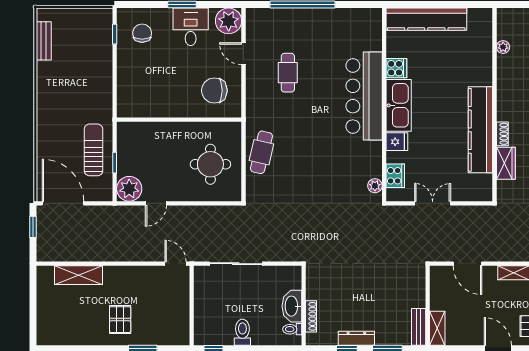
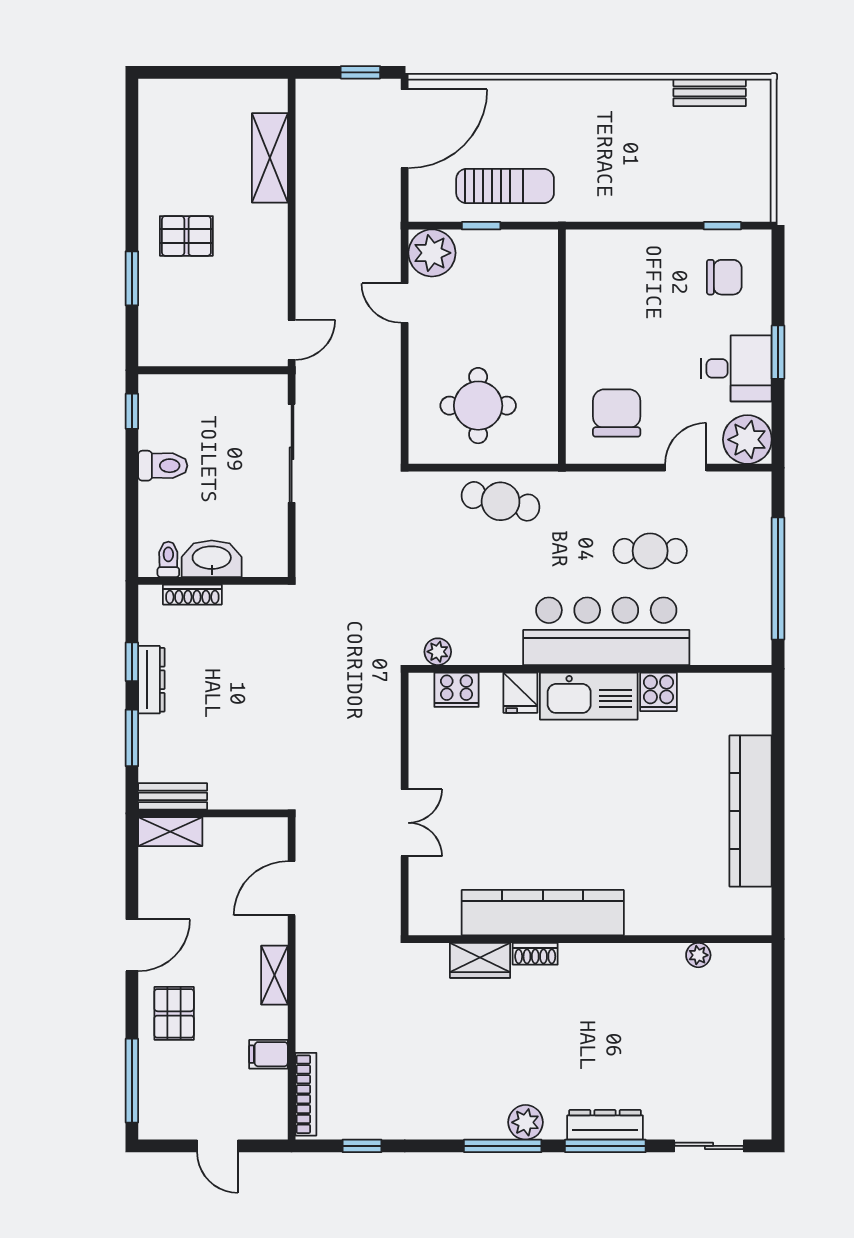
cooker: (396, 68) -> (658, 692), moved
bar counter: (364, 96) -> (606, 631), moved
wall: (384, 105) -> (590, 669), moved
kitchen sink: (399, 105) -> (589, 696), moved
fridge: (397, 142) -> (520, 693), moved
cooker: (395, 176) -> (457, 690), moved
plant: (375, 186) -> (438, 652), moved

